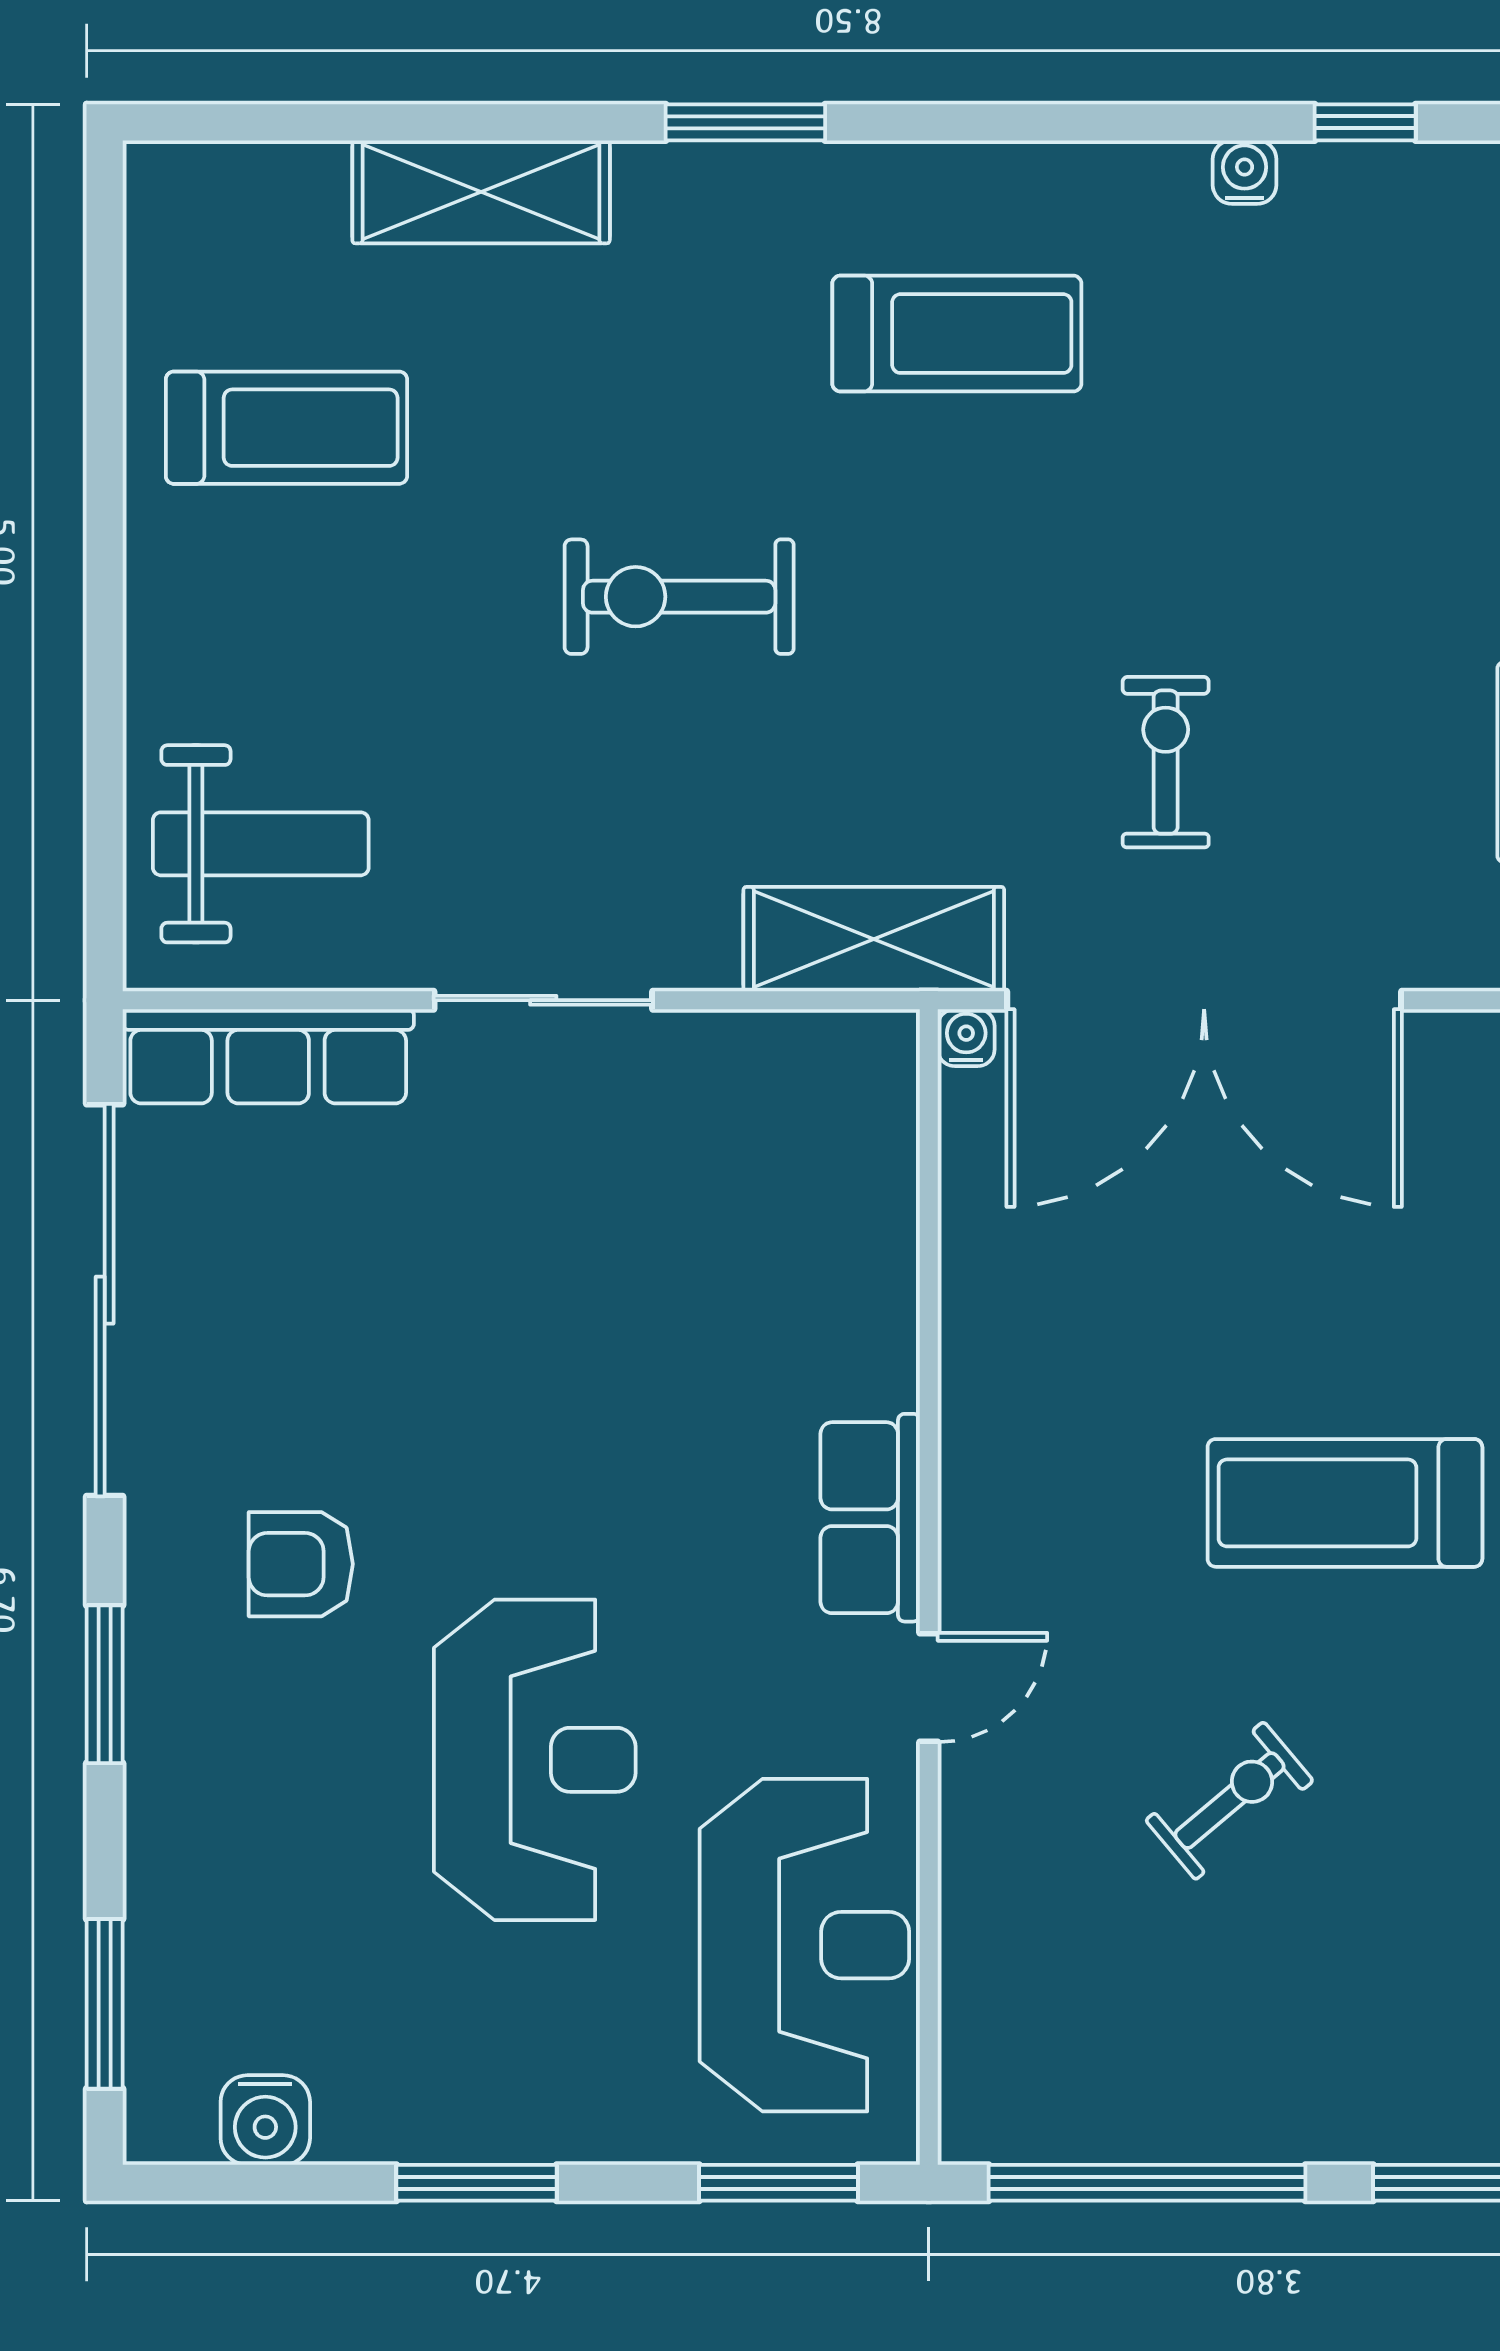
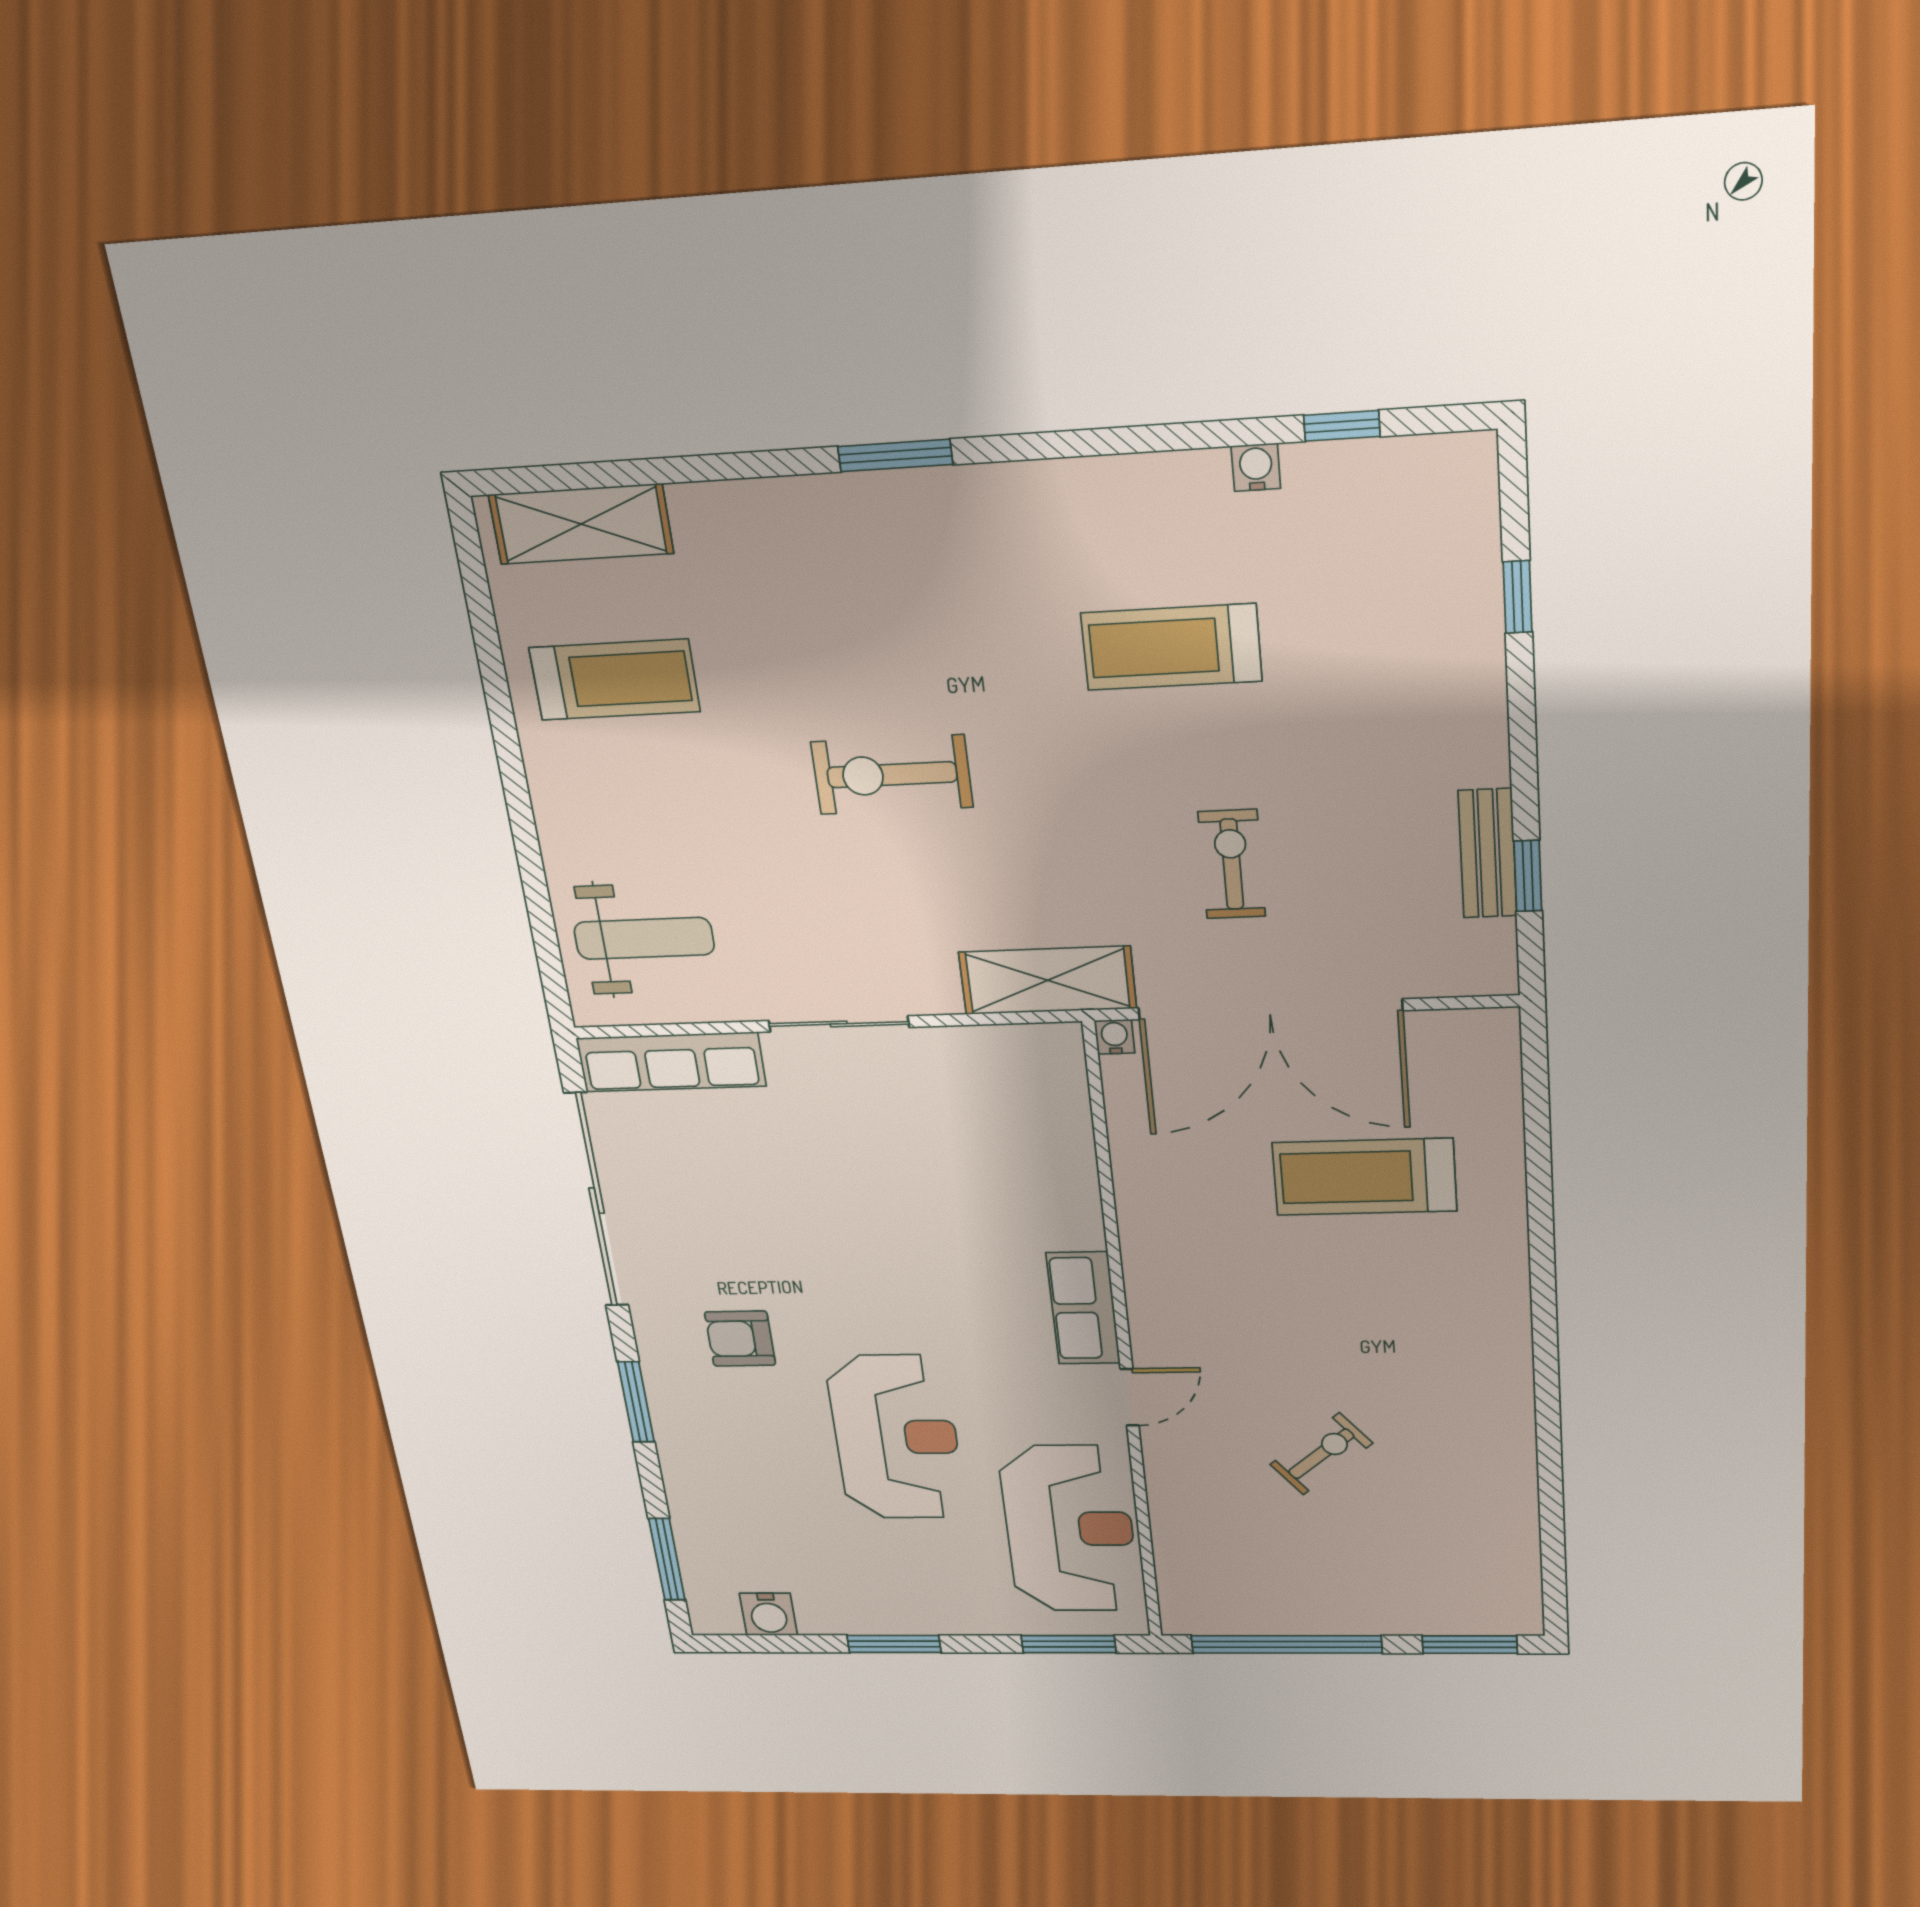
shelving: (481, 192) -> (581, 524), moved
treadmill: (957, 334) -> (1171, 647), moved, turned 180
treadmill: (1345, 1503) -> (1364, 1177), moved

